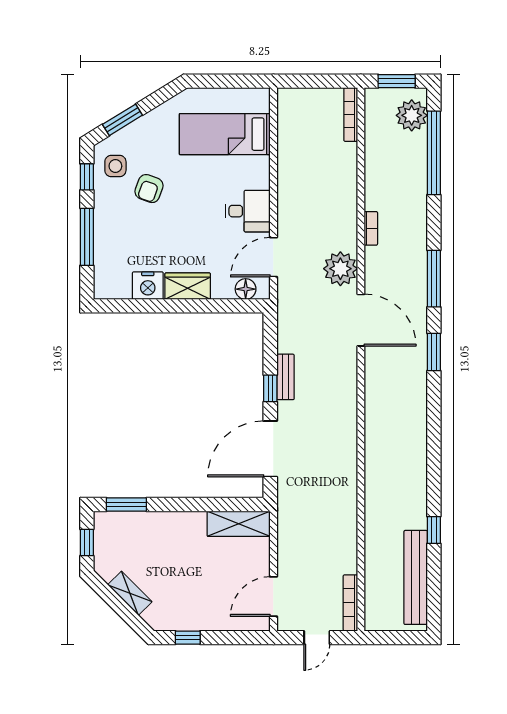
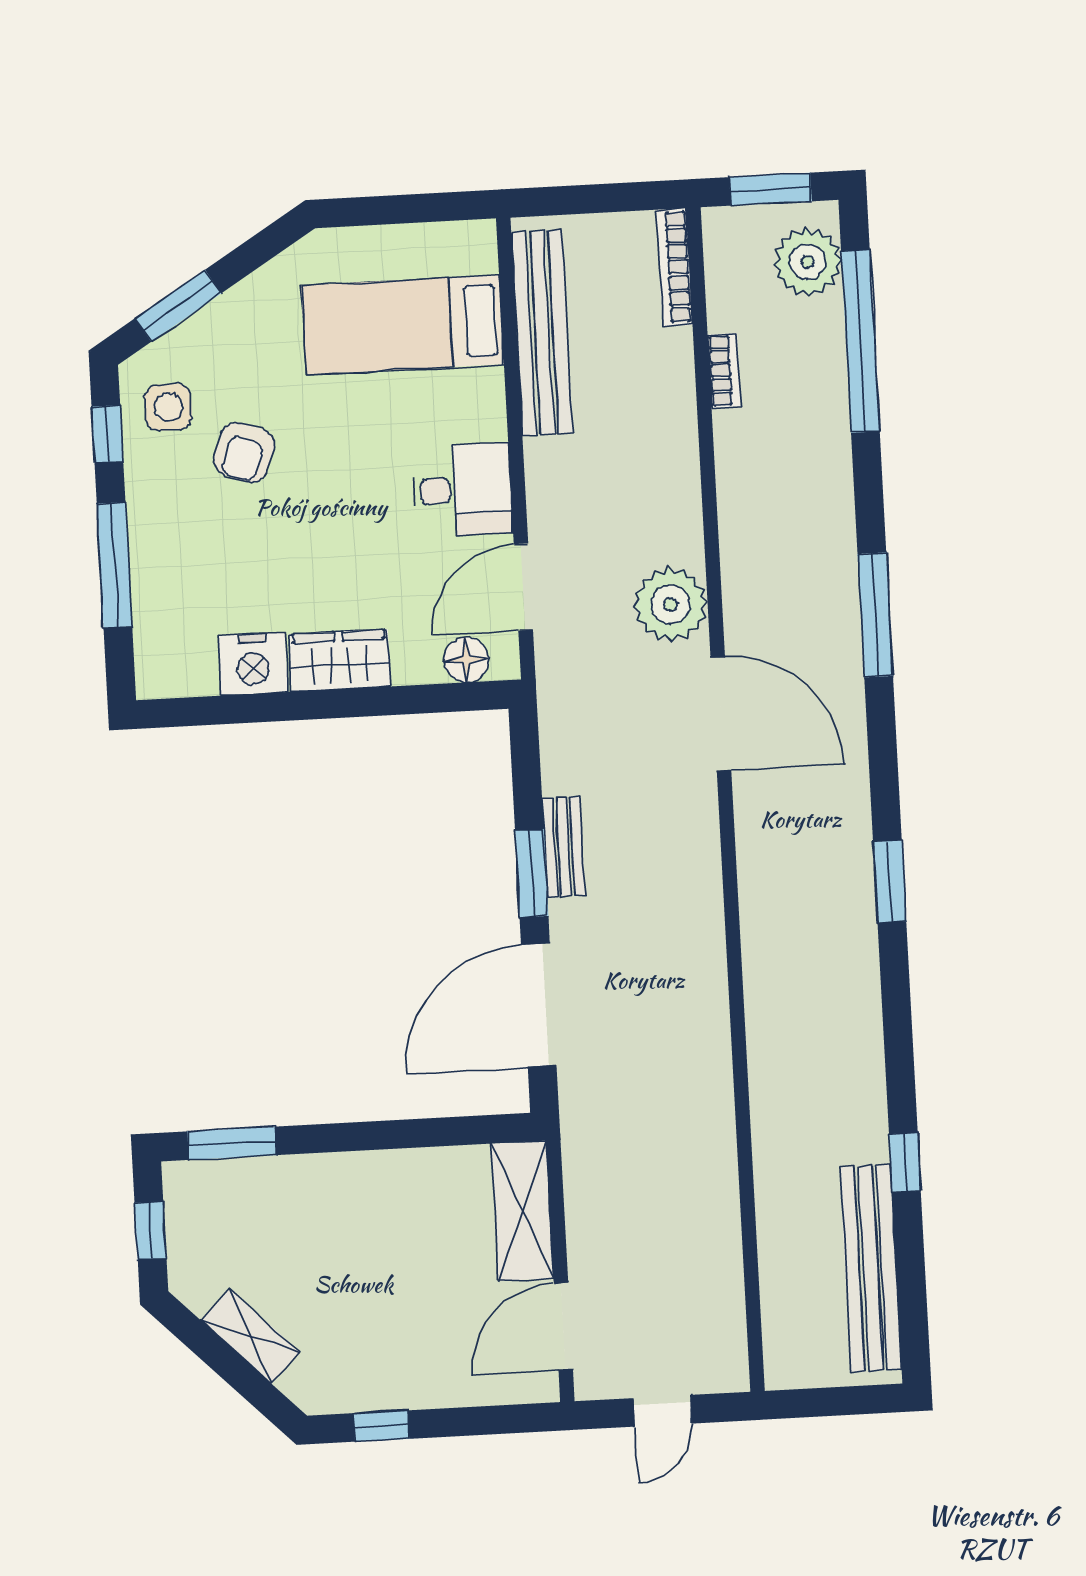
bench: (288, 141) -> (542, 333), added
bookcase: (371, 228) -> (724, 370), moved
window: (434, 352) -> (890, 881), moved
window: (270, 388) -> (532, 873), width x1.50
shelving: (239, 524) -> (522, 1211), moved, turned 90
bookcase: (350, 603) -> (732, 1331), removed

